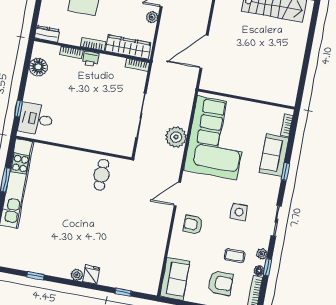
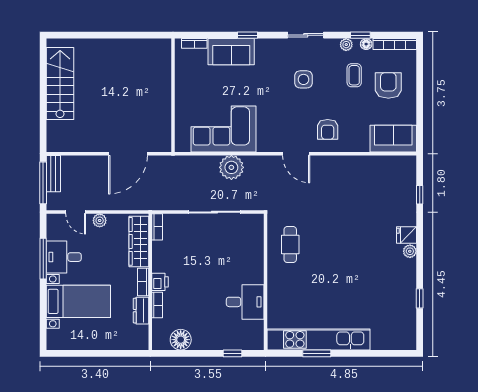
dresser: (47, 34) -> (141, 311), moved
door: (204, 52) -> (128, 154), hinge flipped
desk: (36, 119) -> (245, 302), moved, turned -90
corner sofa: (217, 138) -> (224, 129), width x0.73, depth x0.74
cafe table: (101, 175) -> (290, 245), turned 90

